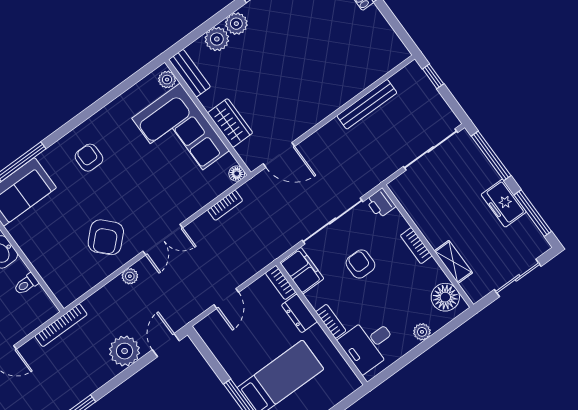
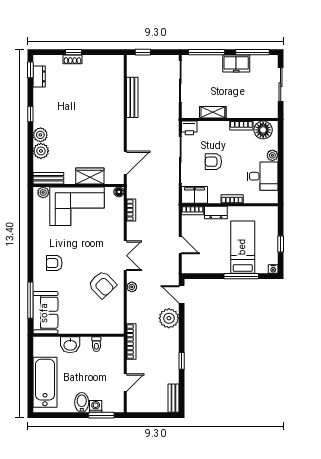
bookcase: (416, 246) -> (241, 125), moved
shelving: (453, 262) -> (213, 112), moved
desk: (368, 344) -> (263, 176), moved, turned -90

